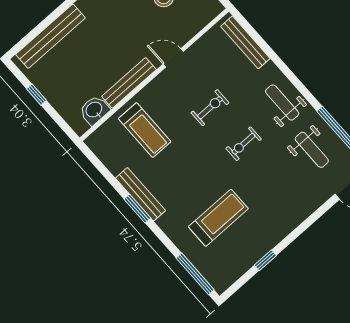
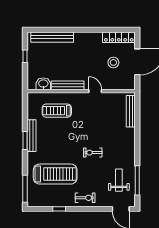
weight bench: (282, 102) -> (124, 150), removed
exercise bike: (210, 108) -> (85, 198), moved
treadmill: (145, 130) -> (57, 111), turned 90
weight bench: (312, 150) -> (119, 180), turned 180
treadmill: (218, 218) -> (55, 174), width x1.37, depth x1.37

